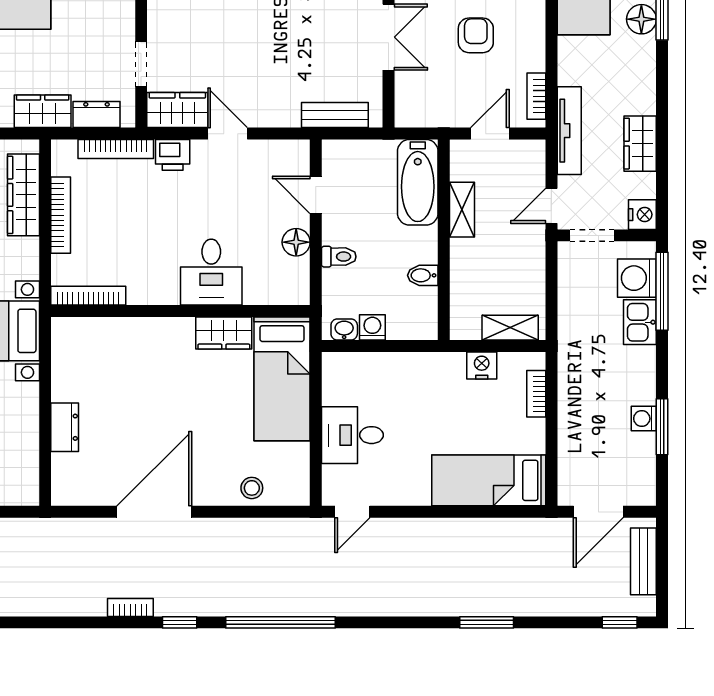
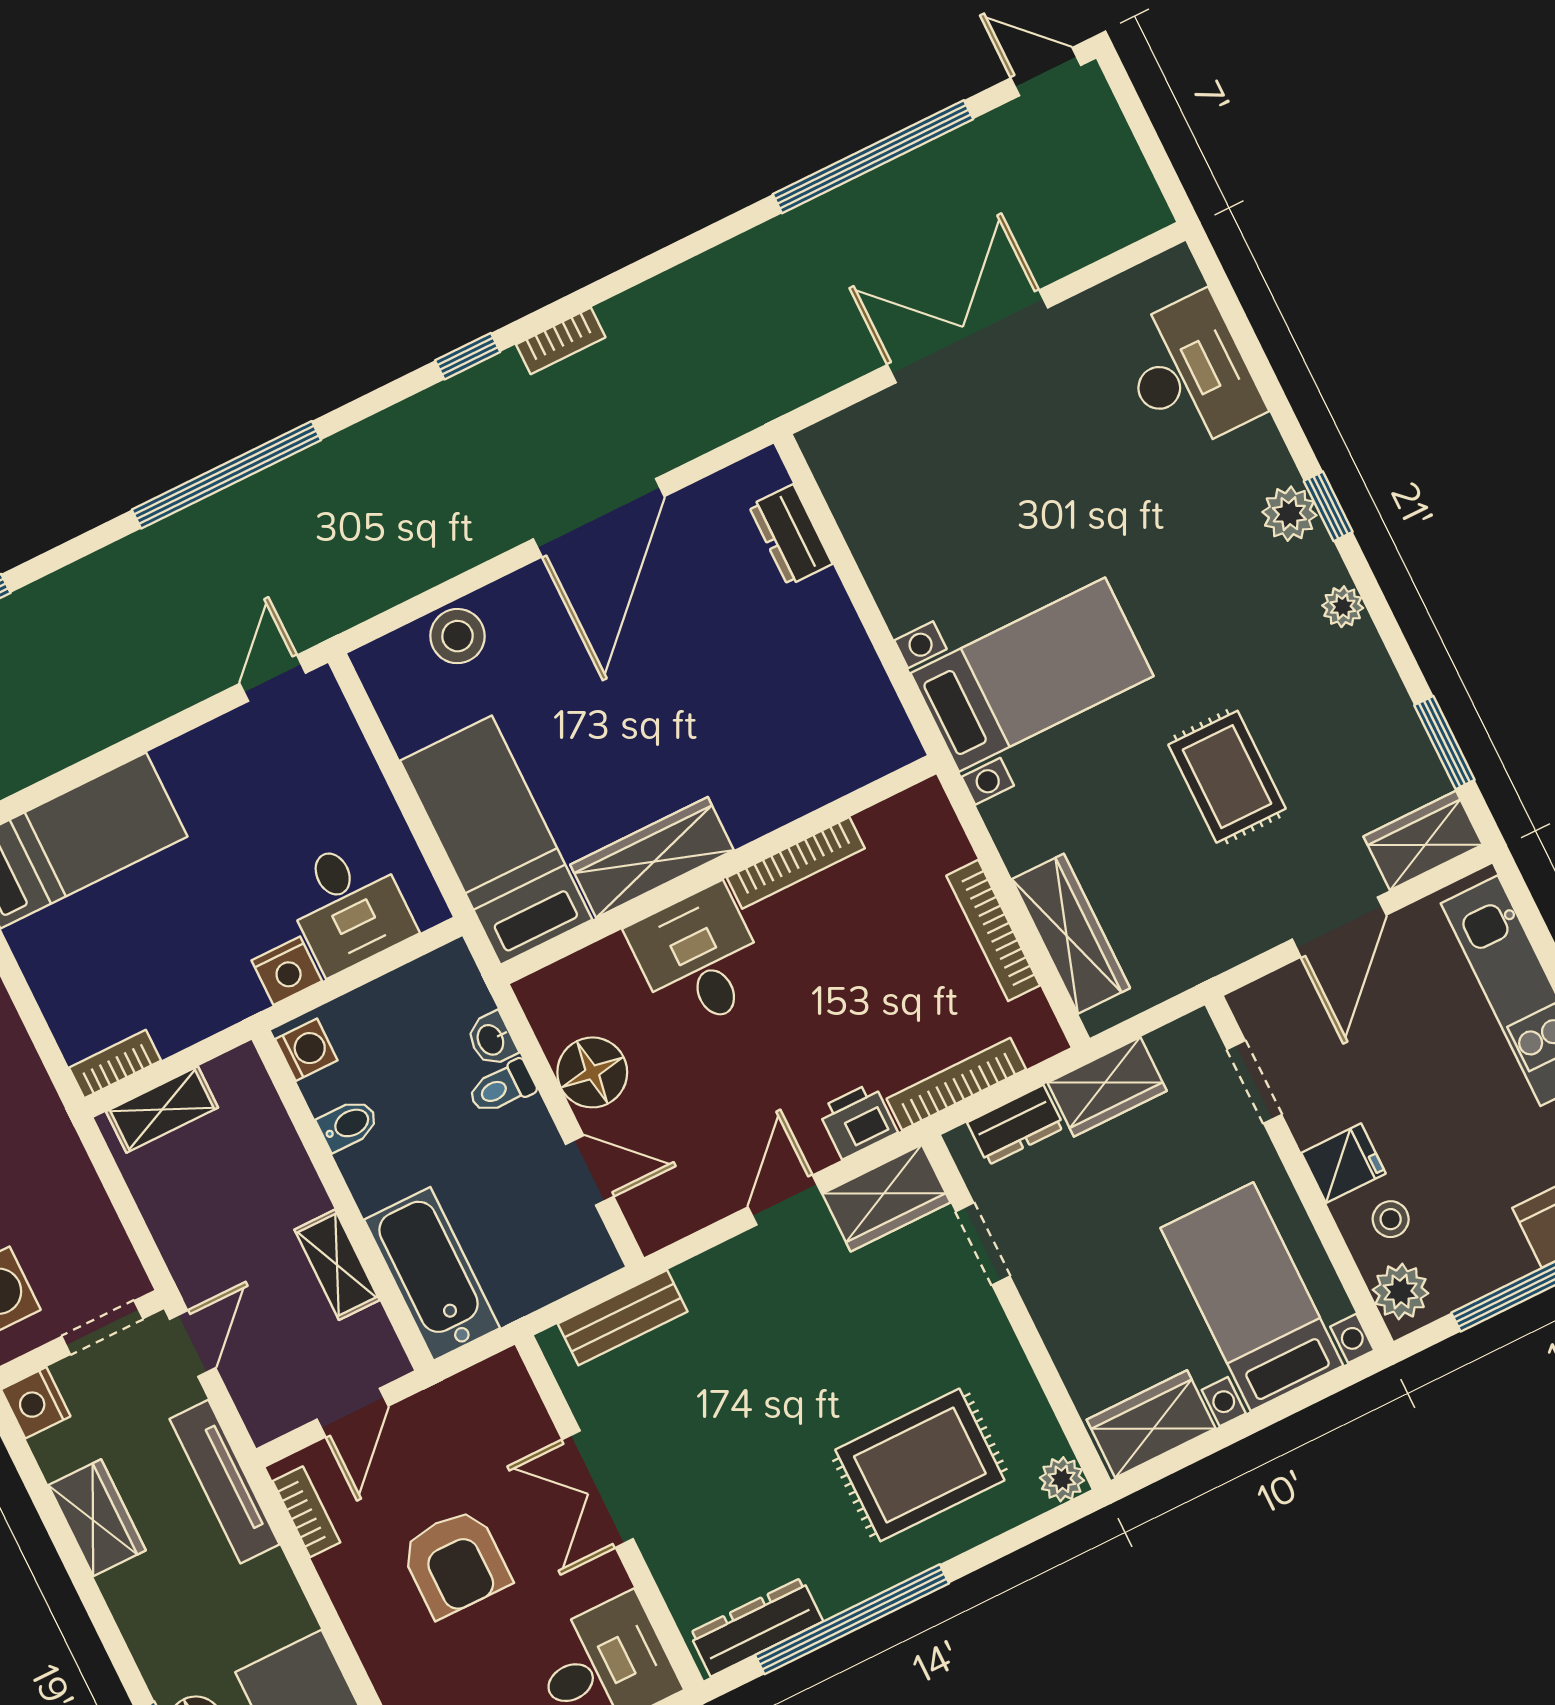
armchair: (476, 35) -> (455, 1563), width x1.38, depth x1.38
door: (228, 134) -> (785, 1200), swing flipped
floor lamp: (296, 242) -> (592, 1072), width x1.38, depth x1.38
bookcase: (88, 296) -> (796, 863), moved
washing machine: (372, 327) -> (306, 1050), moved, turned -90
washbasin: (344, 330) -> (492, 1039), moved, turned 90
wardrobe: (224, 333) -> (652, 857), width x1.50
nightstand: (482, 365) -> (287, 971), moved
bookcase: (536, 394) -> (115, 1064), moved, turned -90
dresser: (65, 427) -> (791, 535), moved
desk: (352, 435) -> (348, 905), moved, turned 90
stool: (252, 488) -> (458, 636), width x1.37, depth x1.37
window: (280, 622) -> (226, 475), moved

